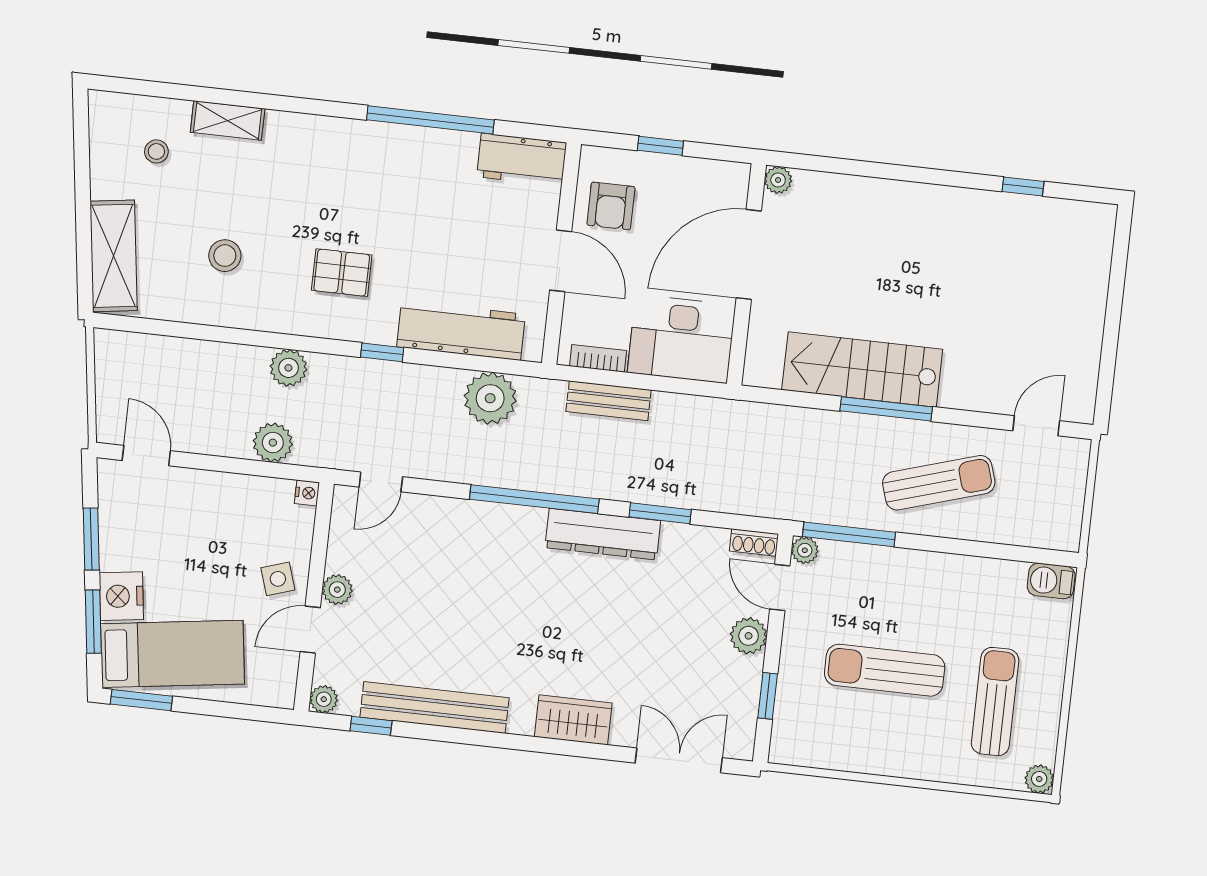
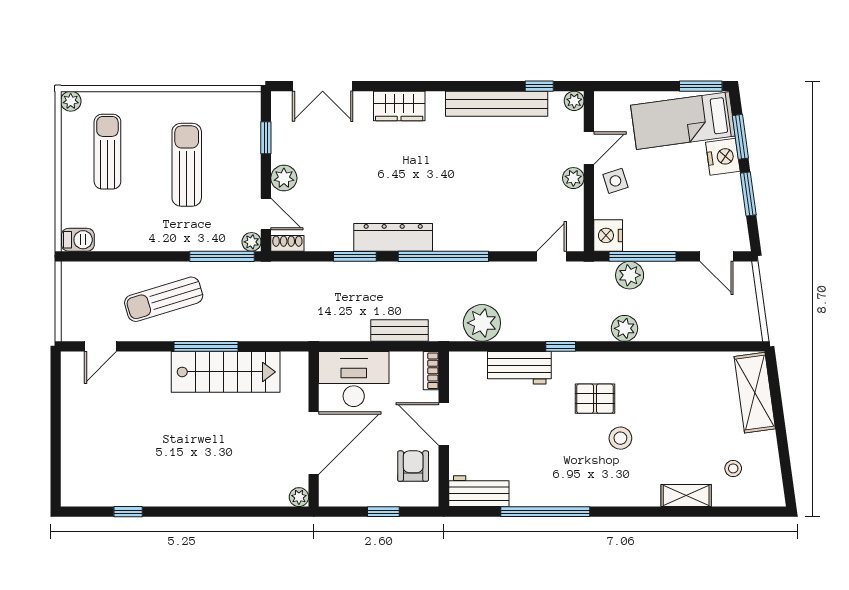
stool: (225, 256) -> (620, 438), moved
workbench: (461, 330) -> (519, 368), width x0.73
bookcase: (598, 358) -> (431, 371), moved, turned 90
window: (251, 467) -> (643, 256), added
nightstand: (307, 493) -> (608, 235), width x1.89, depth x1.79
sun lounger: (885, 670) -> (187, 165), turned -90
sun lounger: (995, 702) -> (107, 152), turned 180

